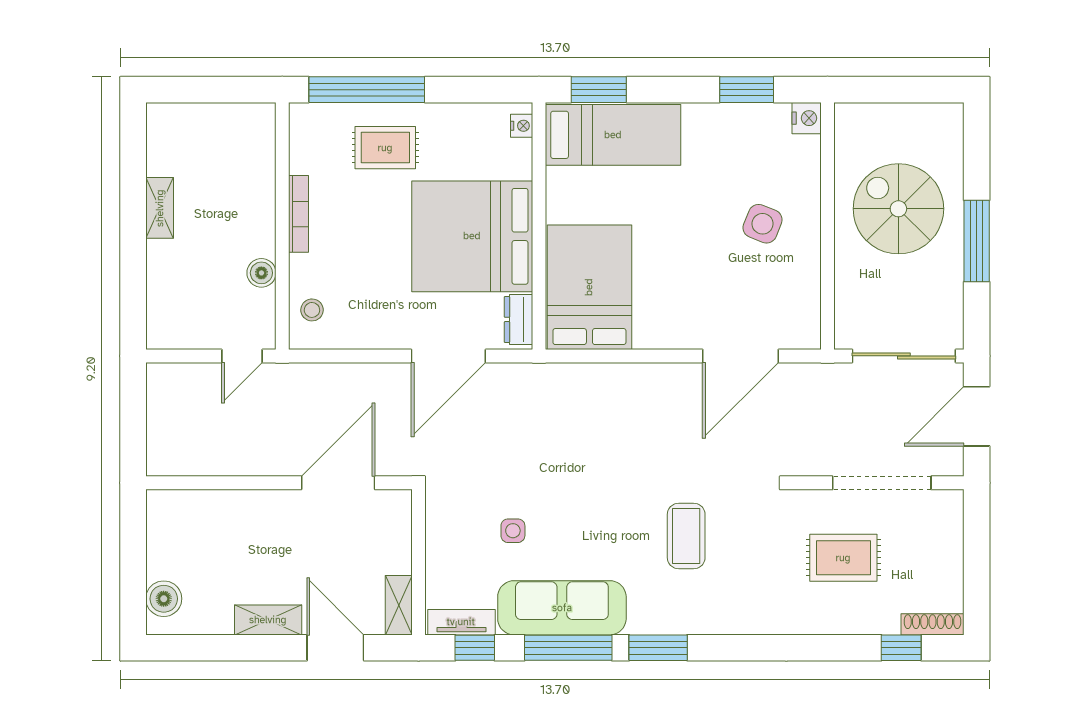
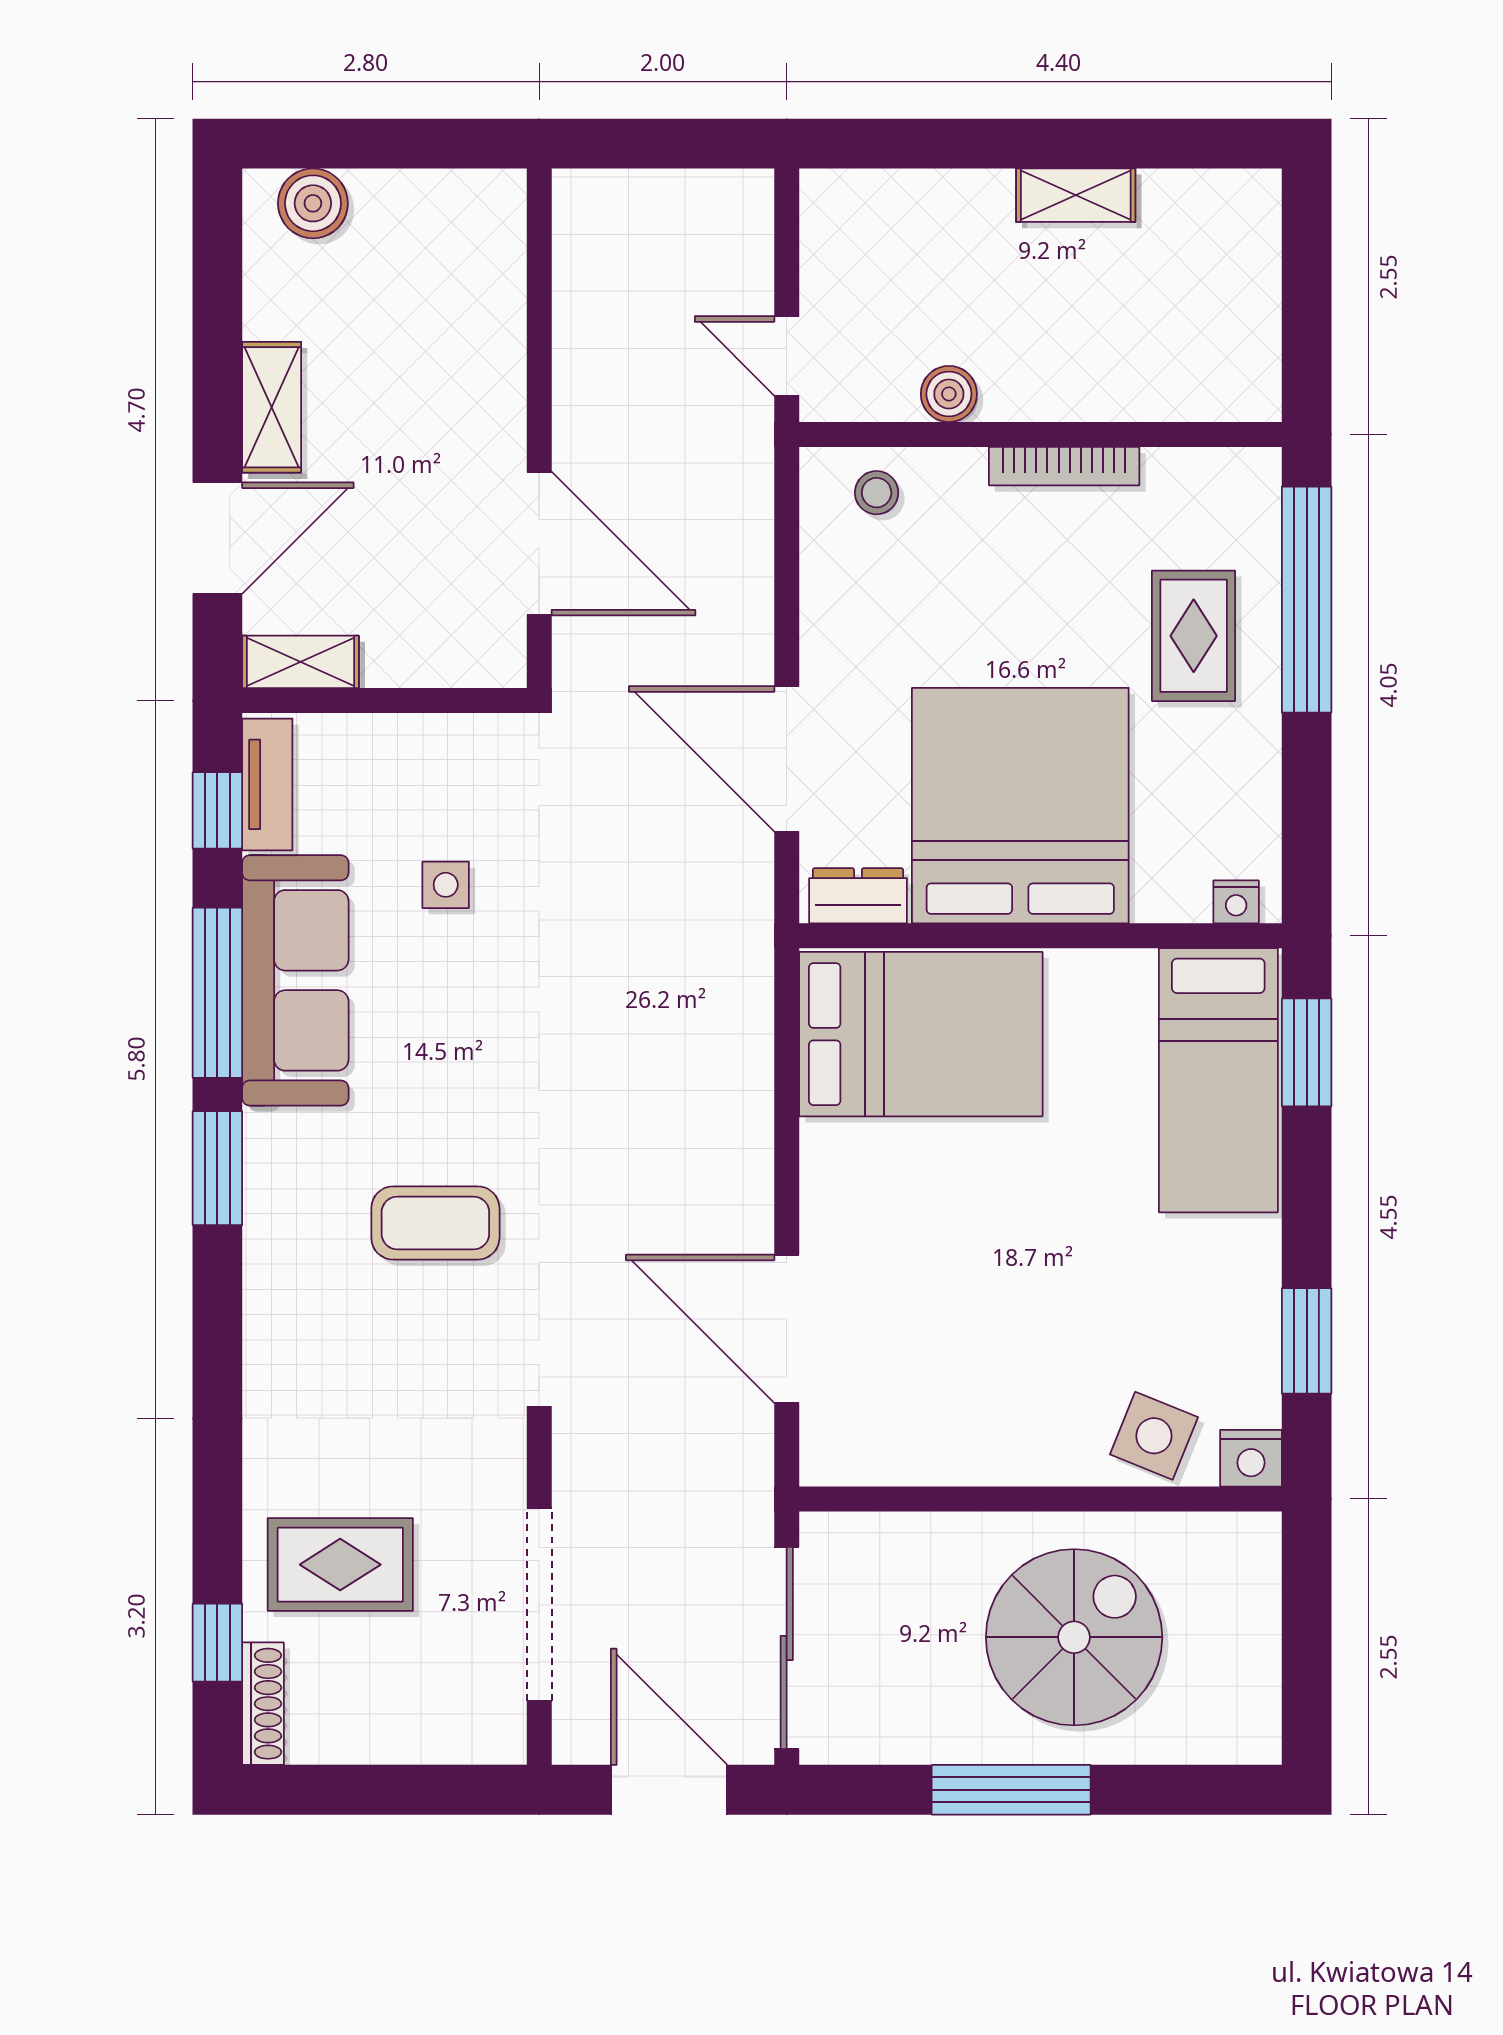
side table: (763, 224) -> (1154, 1436), moved
rug: (843, 558) -> (340, 1565), moved, turned 90

